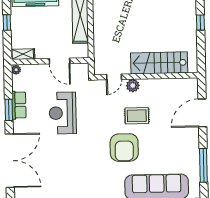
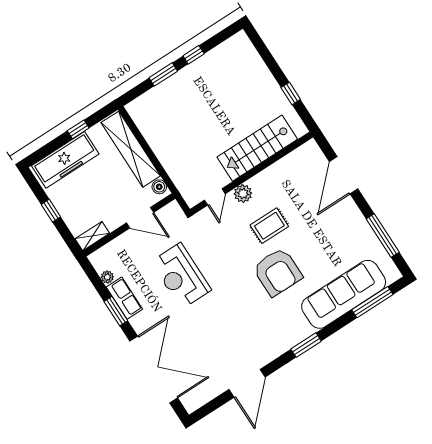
window: (200, 23) -> (291, 93), moved
boiler: (83, 49) -> (159, 187), added
plant: (16, 70) -> (107, 277), moved

